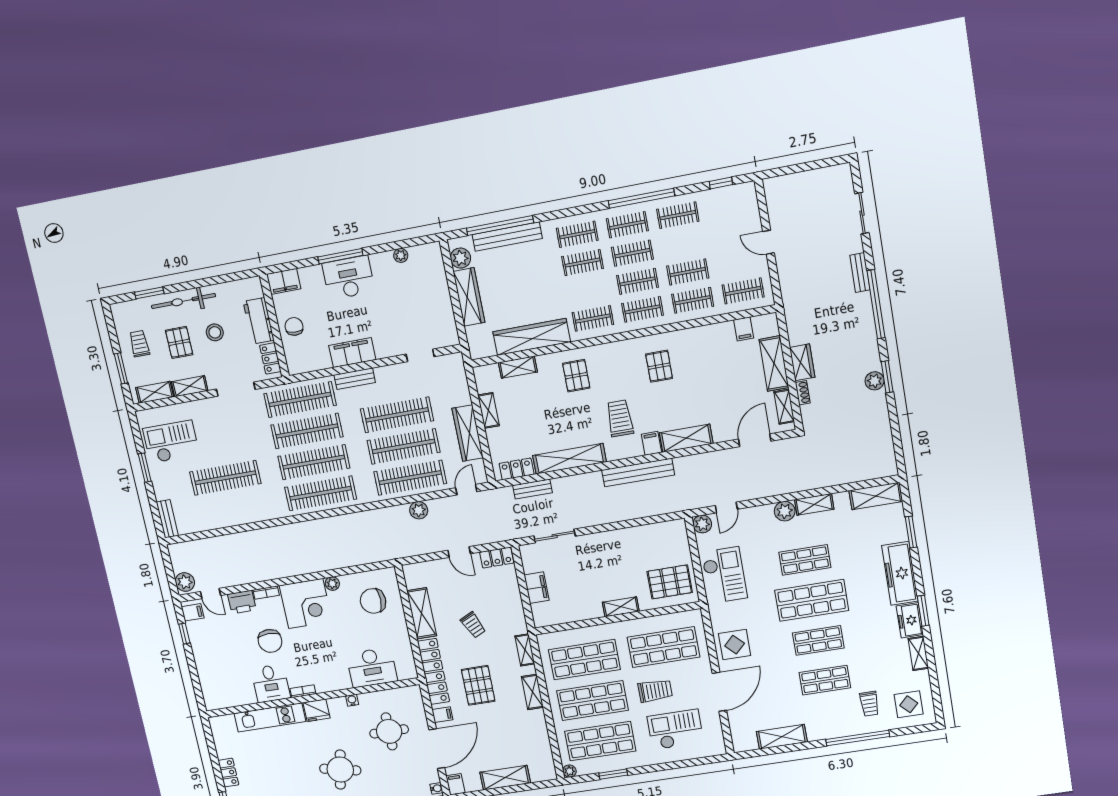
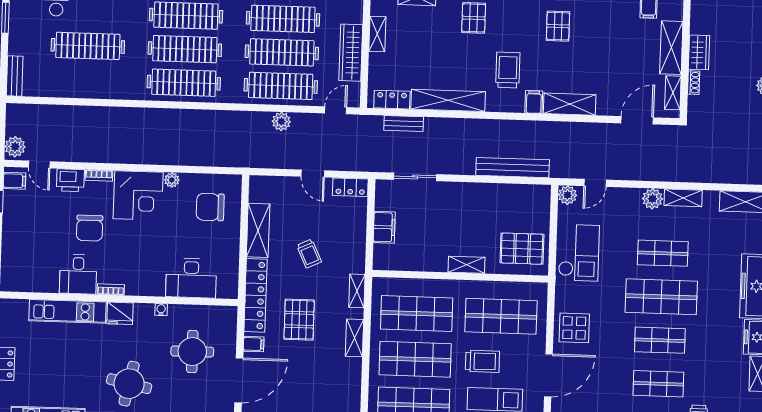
bench: (638, 472) -> (513, 168), moved

